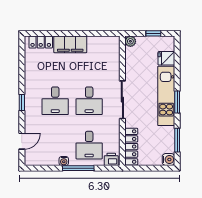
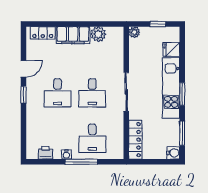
plant: (95, 43) -> (98, 34), added
door: (22, 141) -> (24, 69), moved
printer: (111, 159) -> (46, 153), moved

